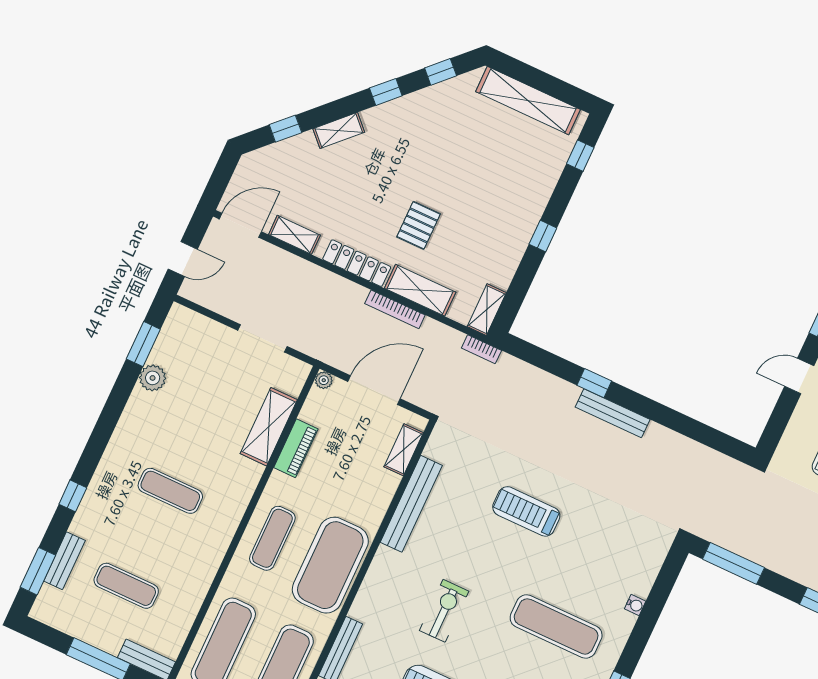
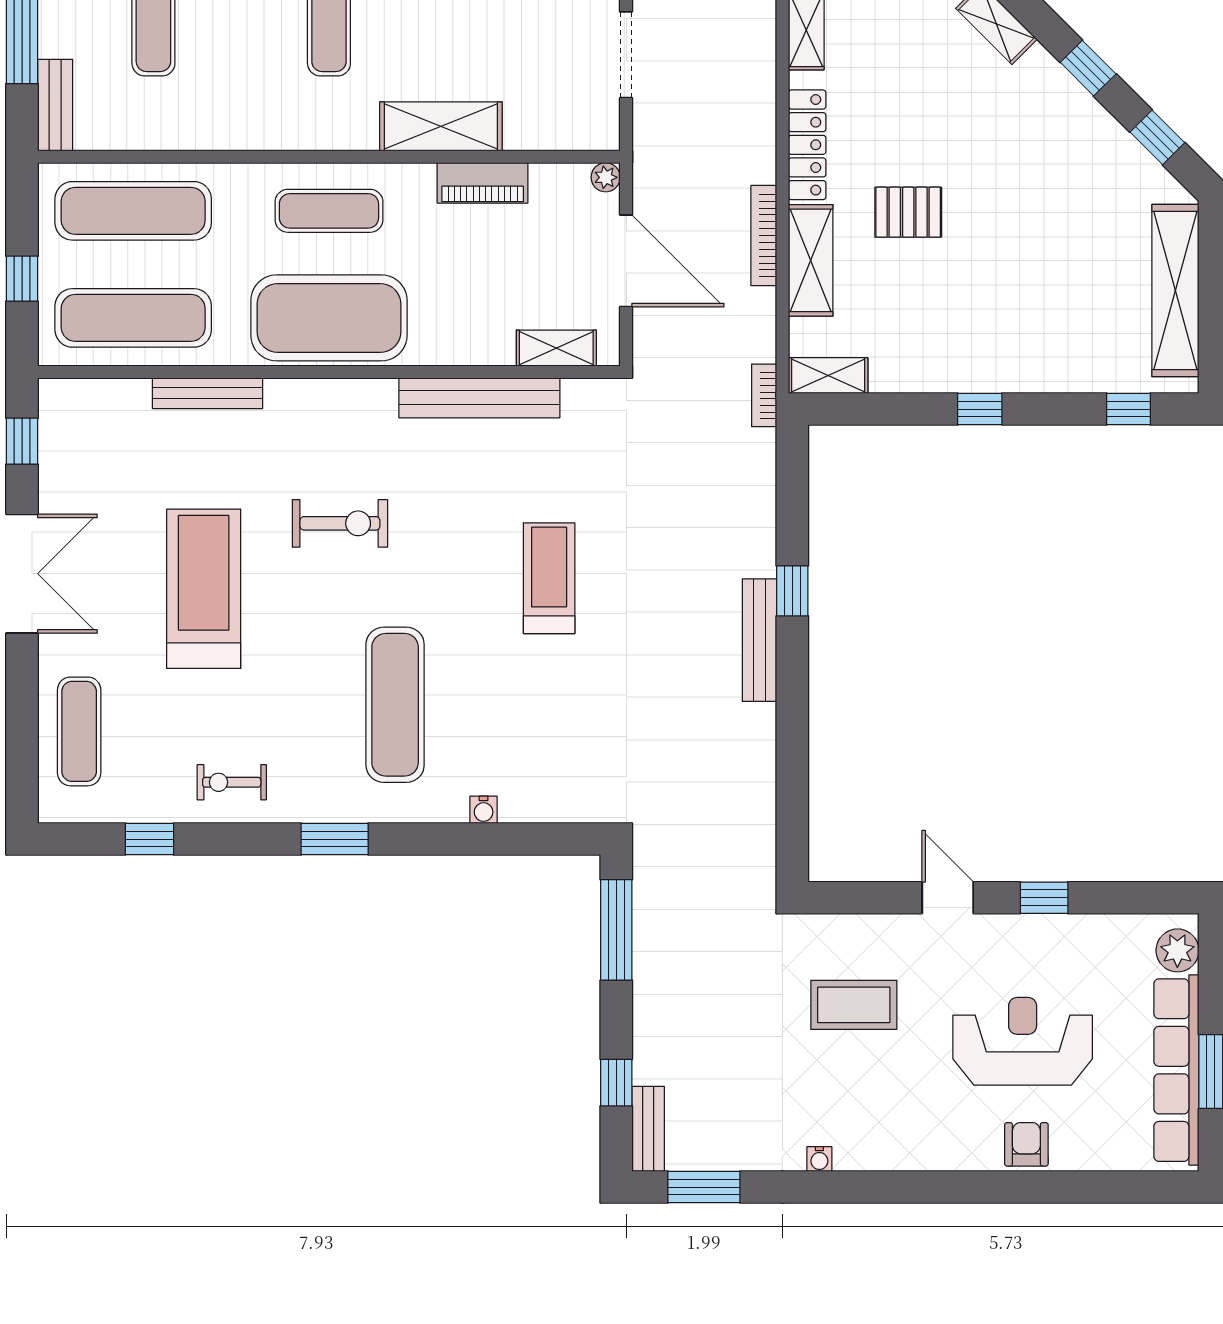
shelving: (269, 427) -> (441, 126), moved

